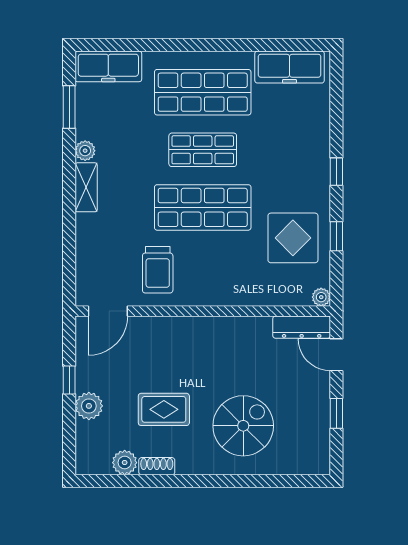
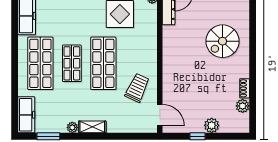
trolley: (158, 270) -> (137, 88), turned -65
rug: (164, 409) -> (214, 85), removed
spiral stairs: (243, 426) -> (222, 41), turned -90

